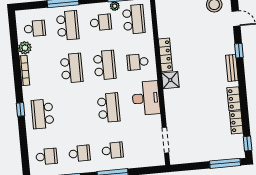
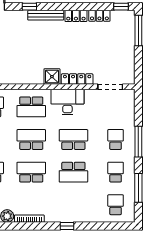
locker: (165, 55) -> (77, 79), moved
school desk: (138, 62) -> (31, 107), width x1.85
bench: (232, 68) -> (46, 15), width x1.36
school desk: (43, 114) -> (73, 172), moved

